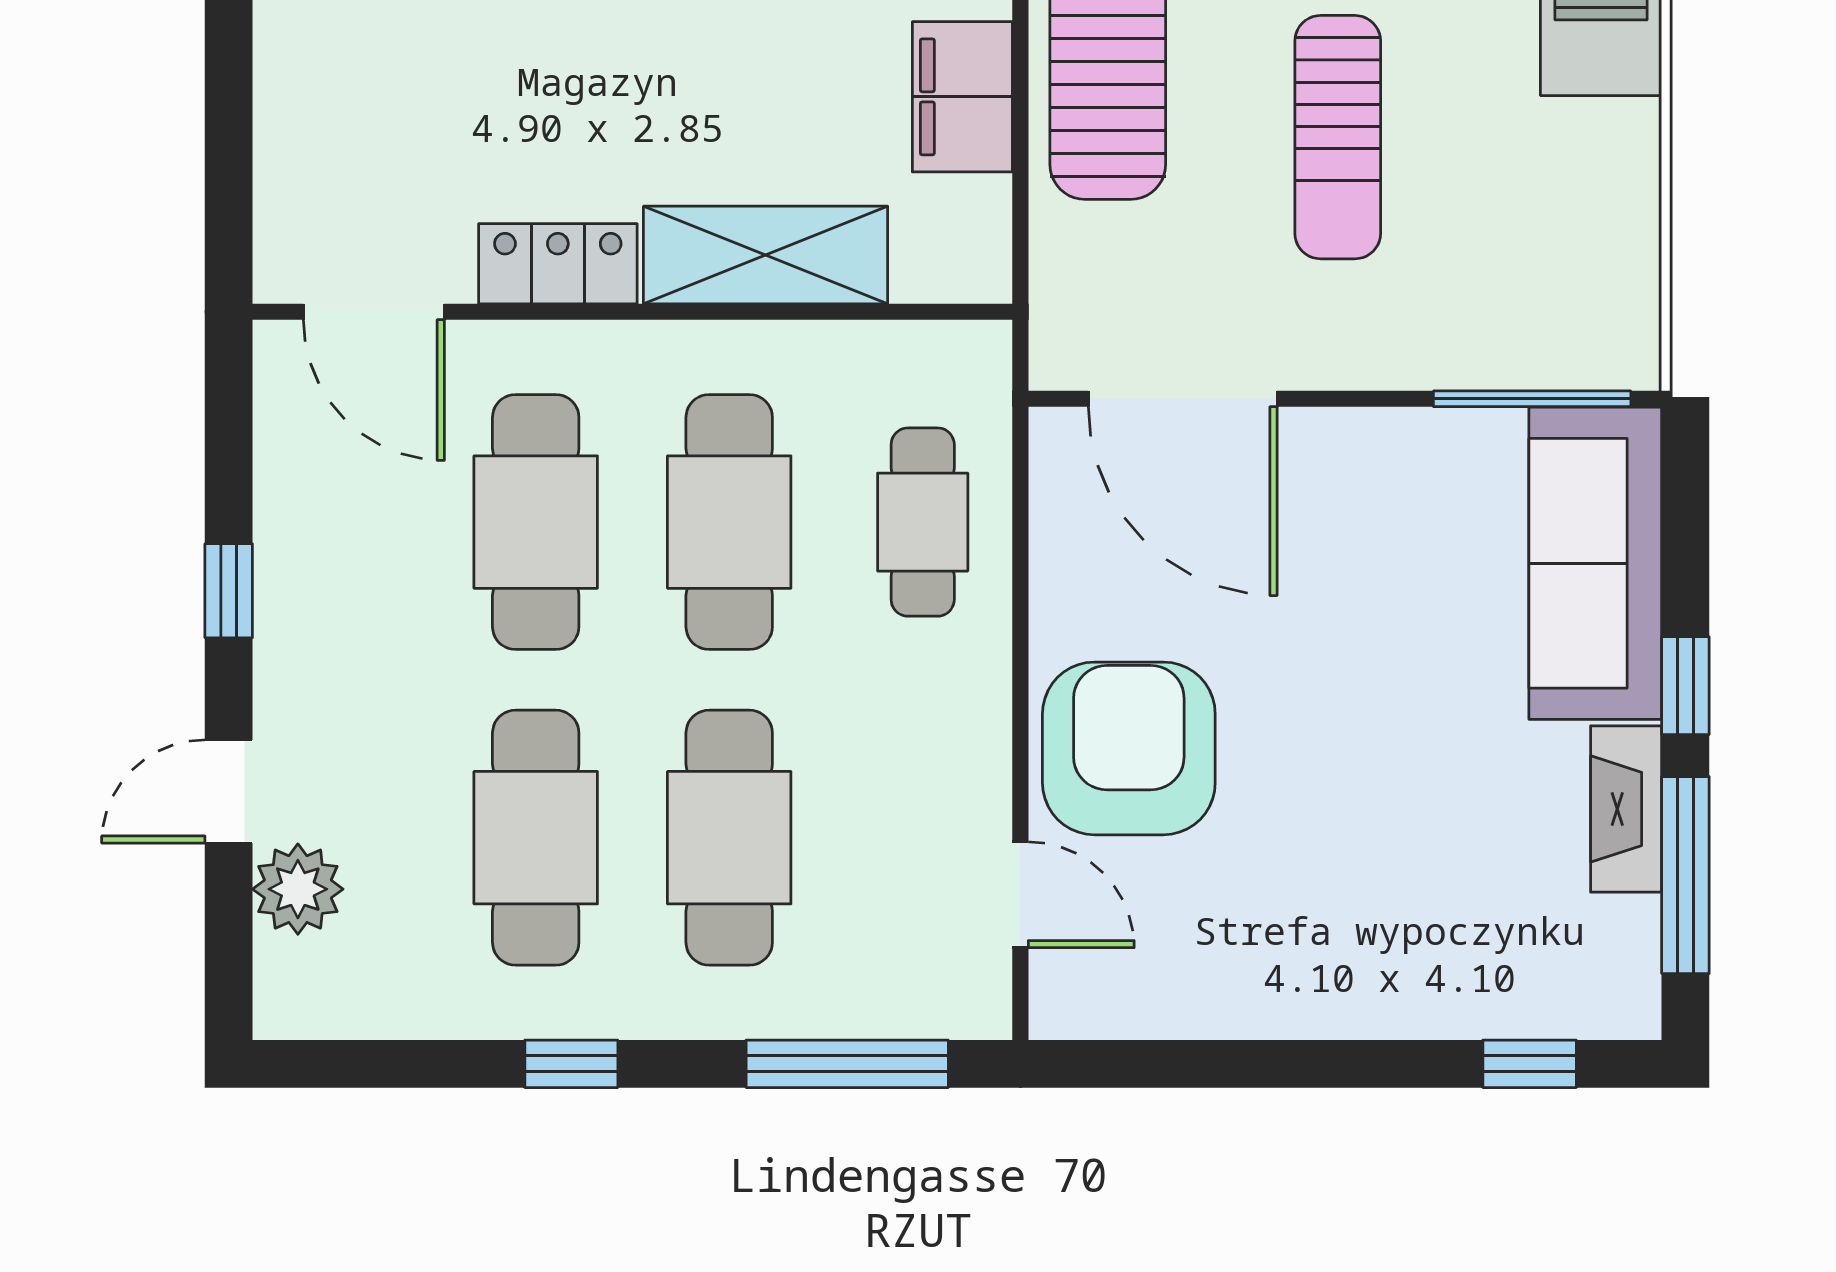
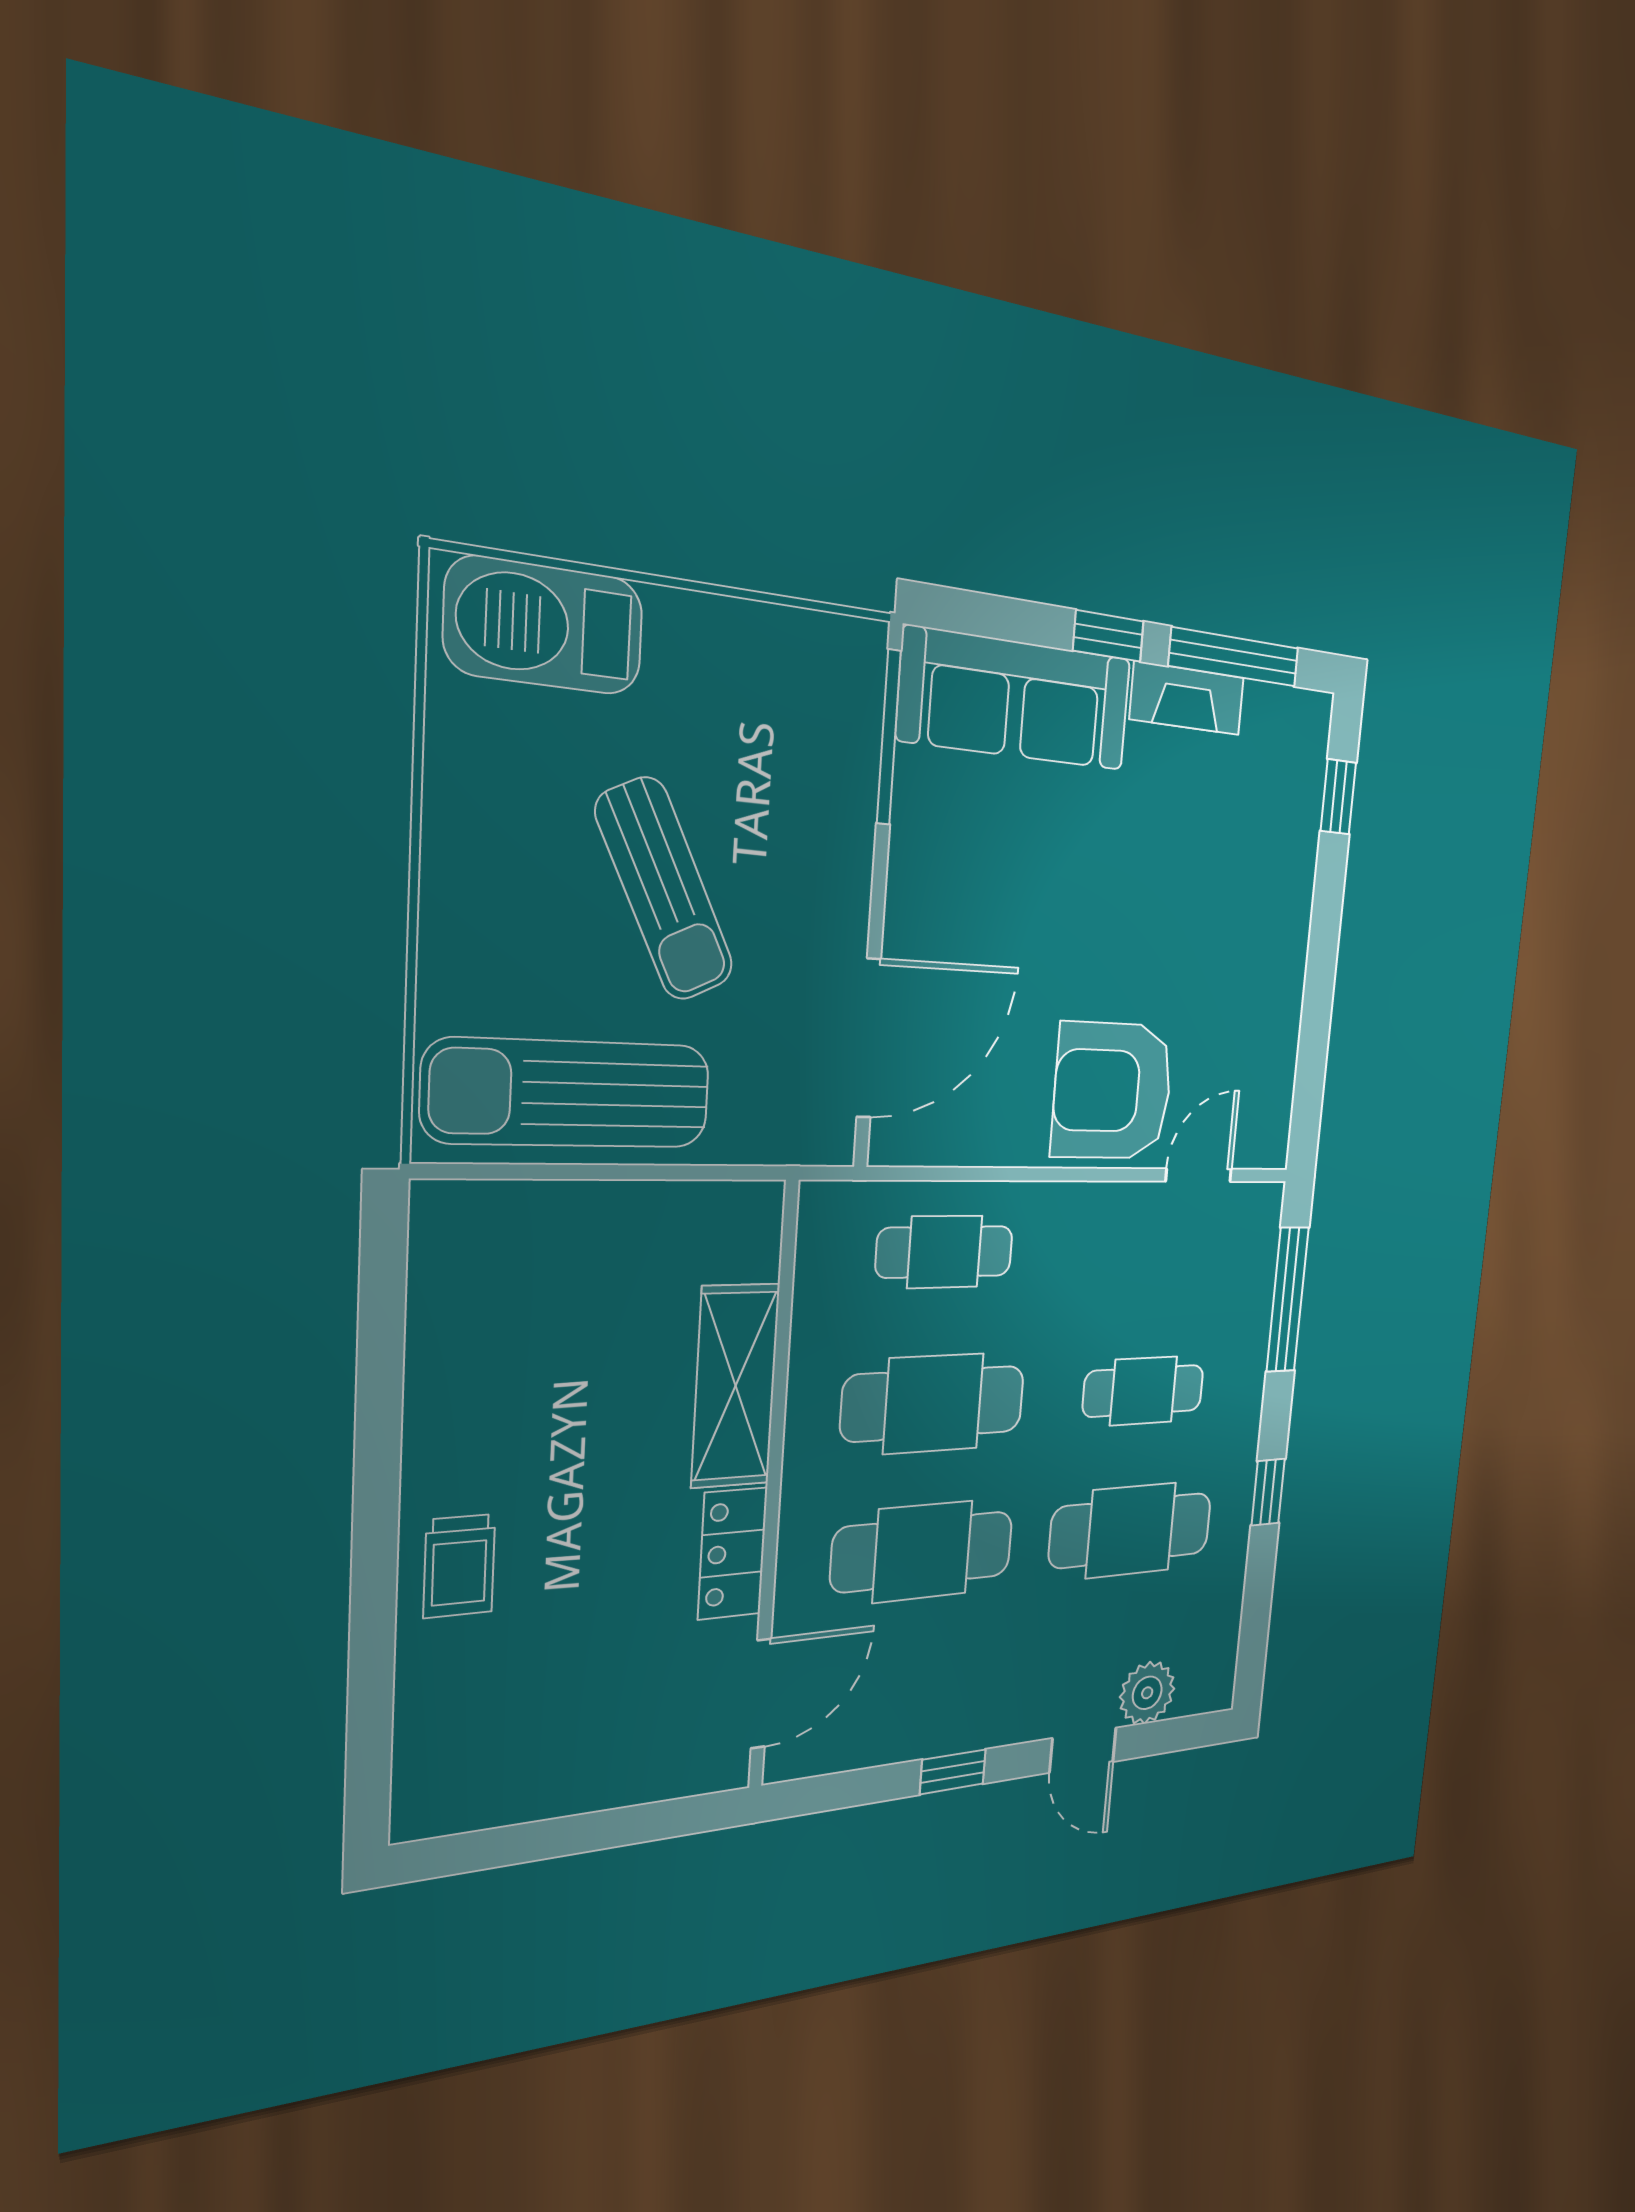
filing cabinet: (962, 97) -> (614, 1223), removed
sun lounger: (1338, 137) -> (665, 889), turned 64
cafe table: (729, 838) -> (1144, 1391), width x0.73, depth x0.74

